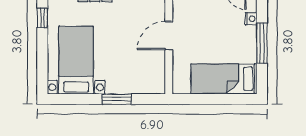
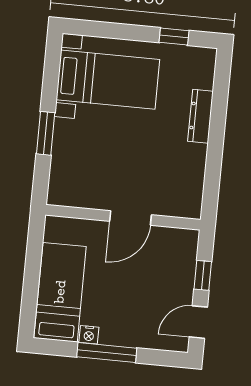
nightstand: (251, 19) -> (89, 335), moved
door: (169, 36) -> (131, 218), swing flipped

